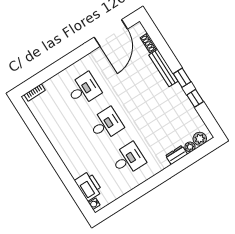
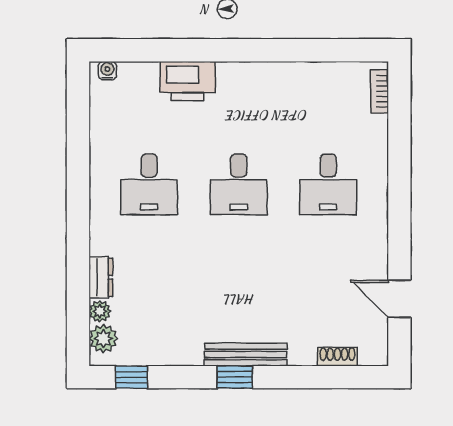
door: (111, 33) -> (399, 299), width x0.53
bench: (163, 68) -> (246, 354), moved
window: (195, 98) -> (131, 377), moved
printer: (89, 186) -> (188, 81), moved

